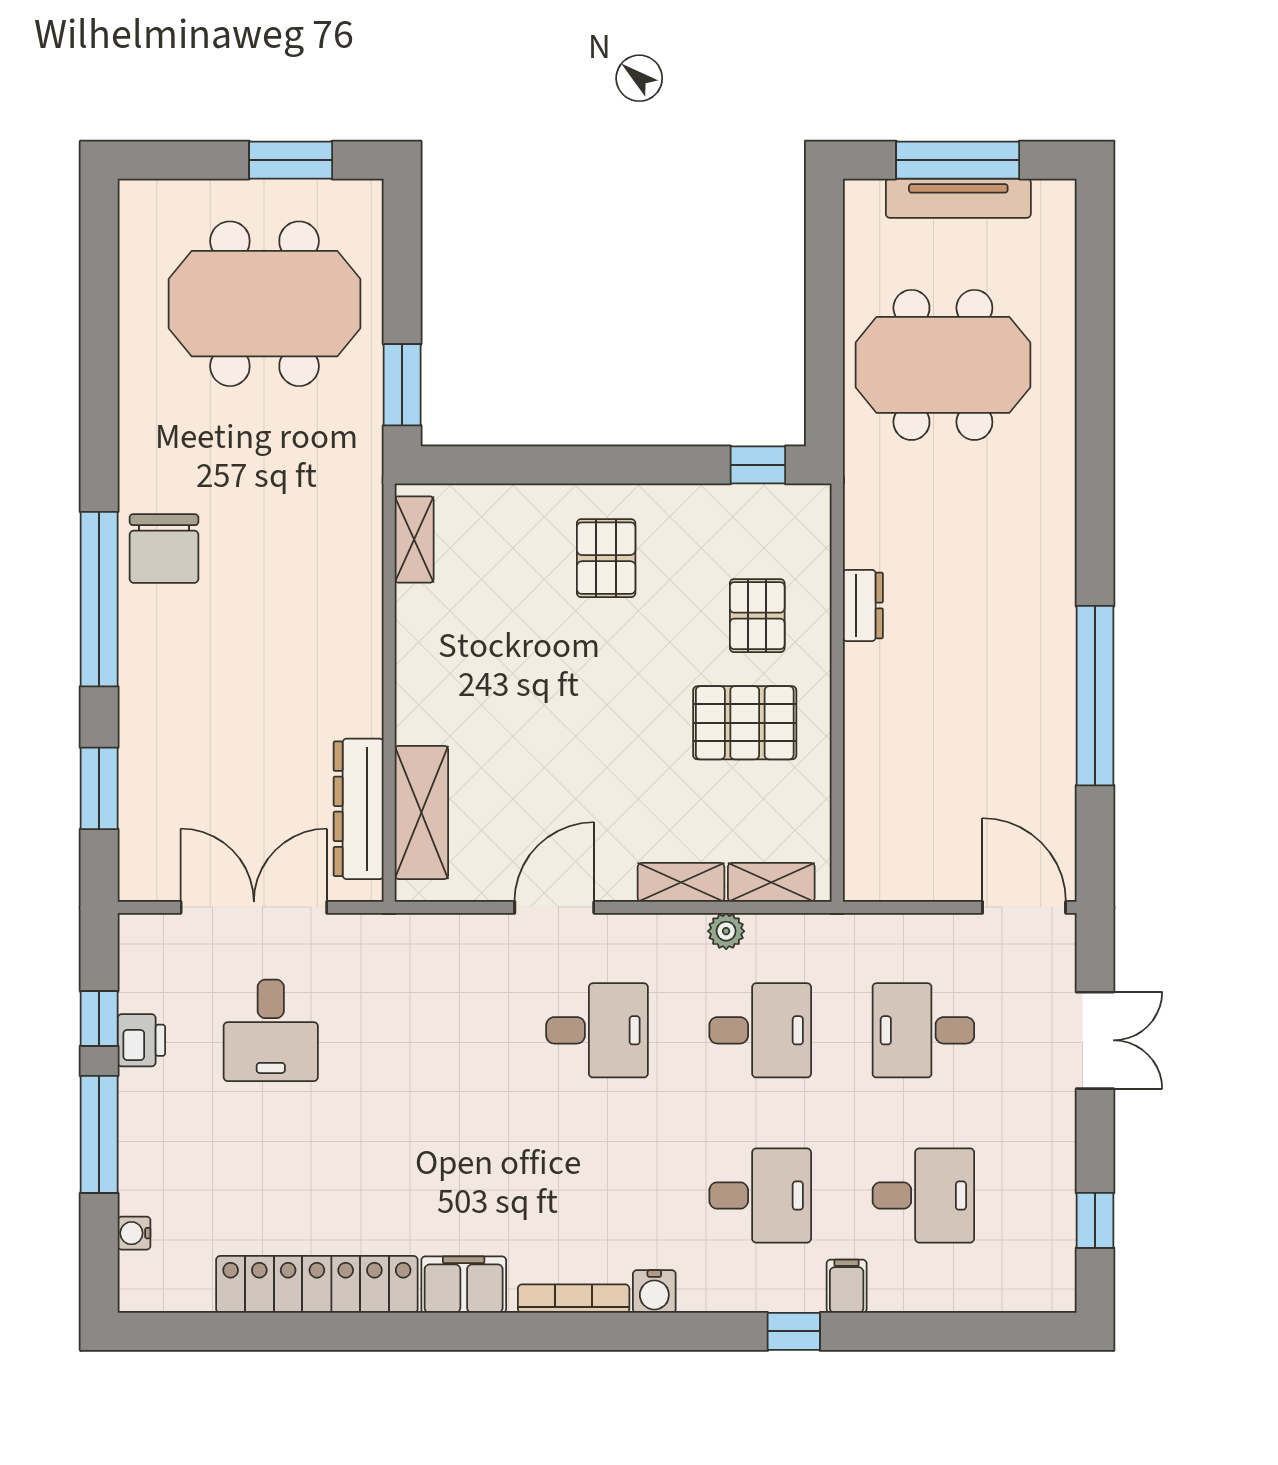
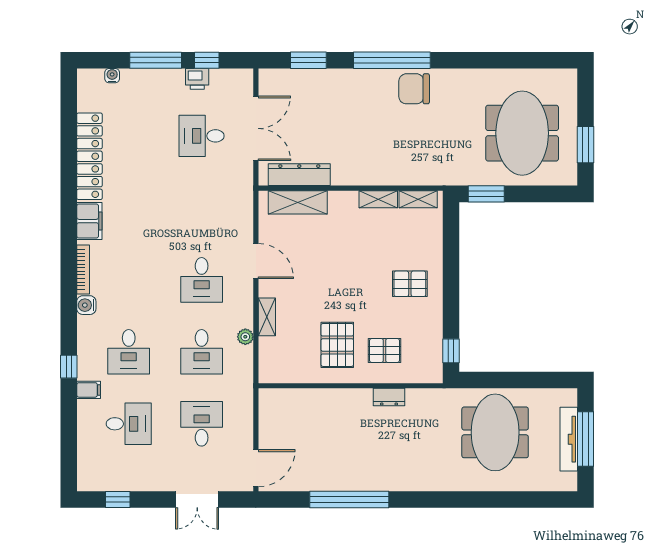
shelving: (771, 882) -> (378, 199), moved, turned 90
desk: (923, 1196) -> (129, 424), turned -90

